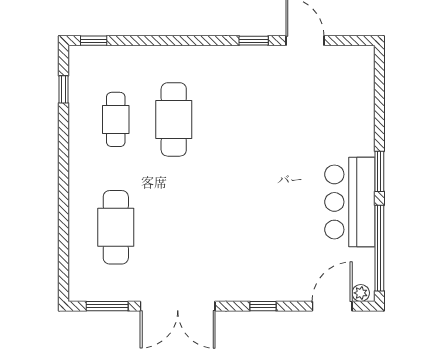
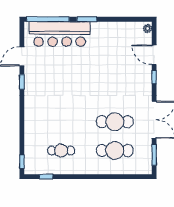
cafe table: (174, 119) -> (115, 122), moved
bar counter: (350, 202) -> (60, 34), moved, width x1.36
window: (379, 248) -> (48, 19), moved
door: (332, 306) -> (154, 55), moved

